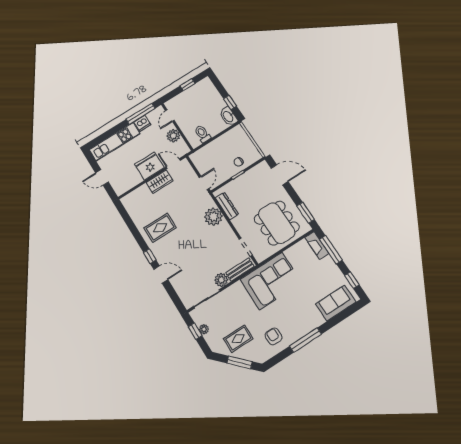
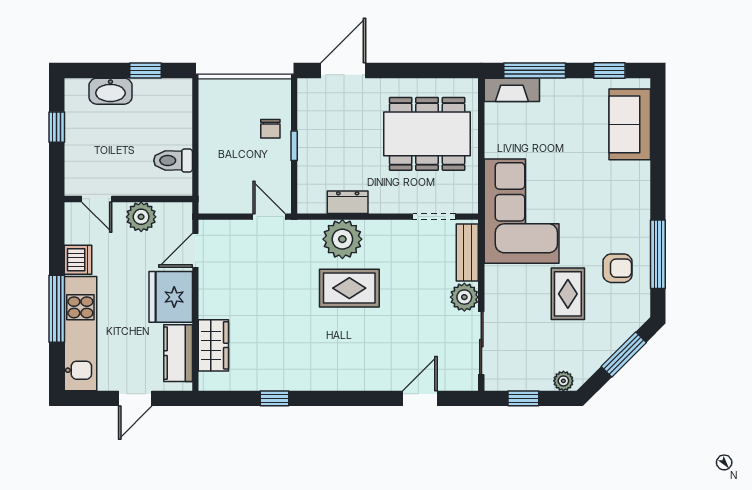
window: (141, 114) -> (57, 309), moved
washbasin: (228, 116) -> (110, 91), moved
kitchen counter: (129, 182) -> (178, 353), added
wardrobe: (160, 182) -> (213, 345), moved
dresser: (227, 206) -> (348, 202), width x0.70
window: (306, 213) -> (442, 70), removed
rug: (160, 228) -> (349, 288), moved, turned 90
window: (150, 256) -> (275, 398), moved
door: (161, 274) -> (420, 398), moved
plant: (204, 329) -> (563, 381), moved
armchair: (274, 336) -> (618, 268), turned 180
rug: (238, 339) -> (568, 294), moved
window: (305, 340) -> (658, 254), moved

